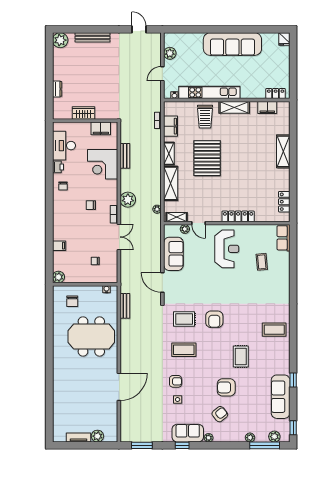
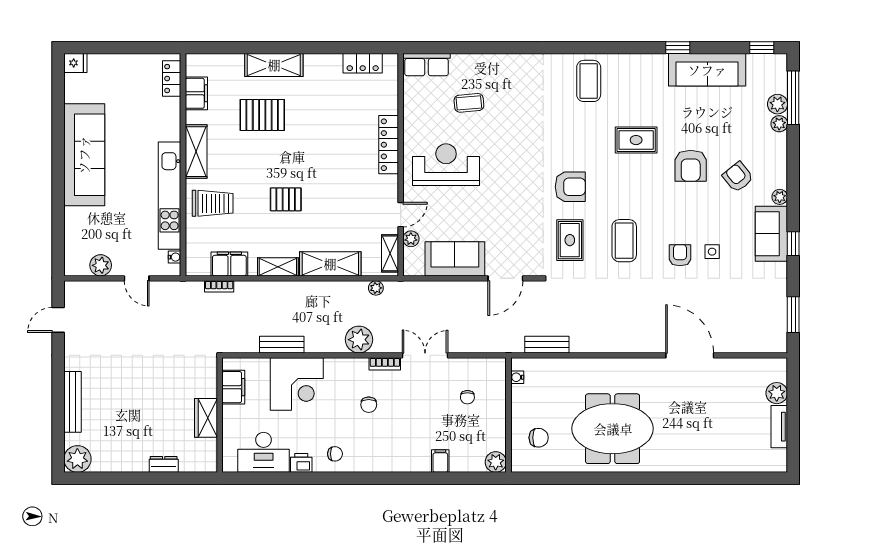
pallet: (255, 145) -> (262, 115), added
pallet: (207, 158) -> (286, 199), width x0.49, depth x0.50
meeting table: (91, 337) -> (613, 429), moved, turned 90
plant: (274, 437) -> (777, 104), moved

